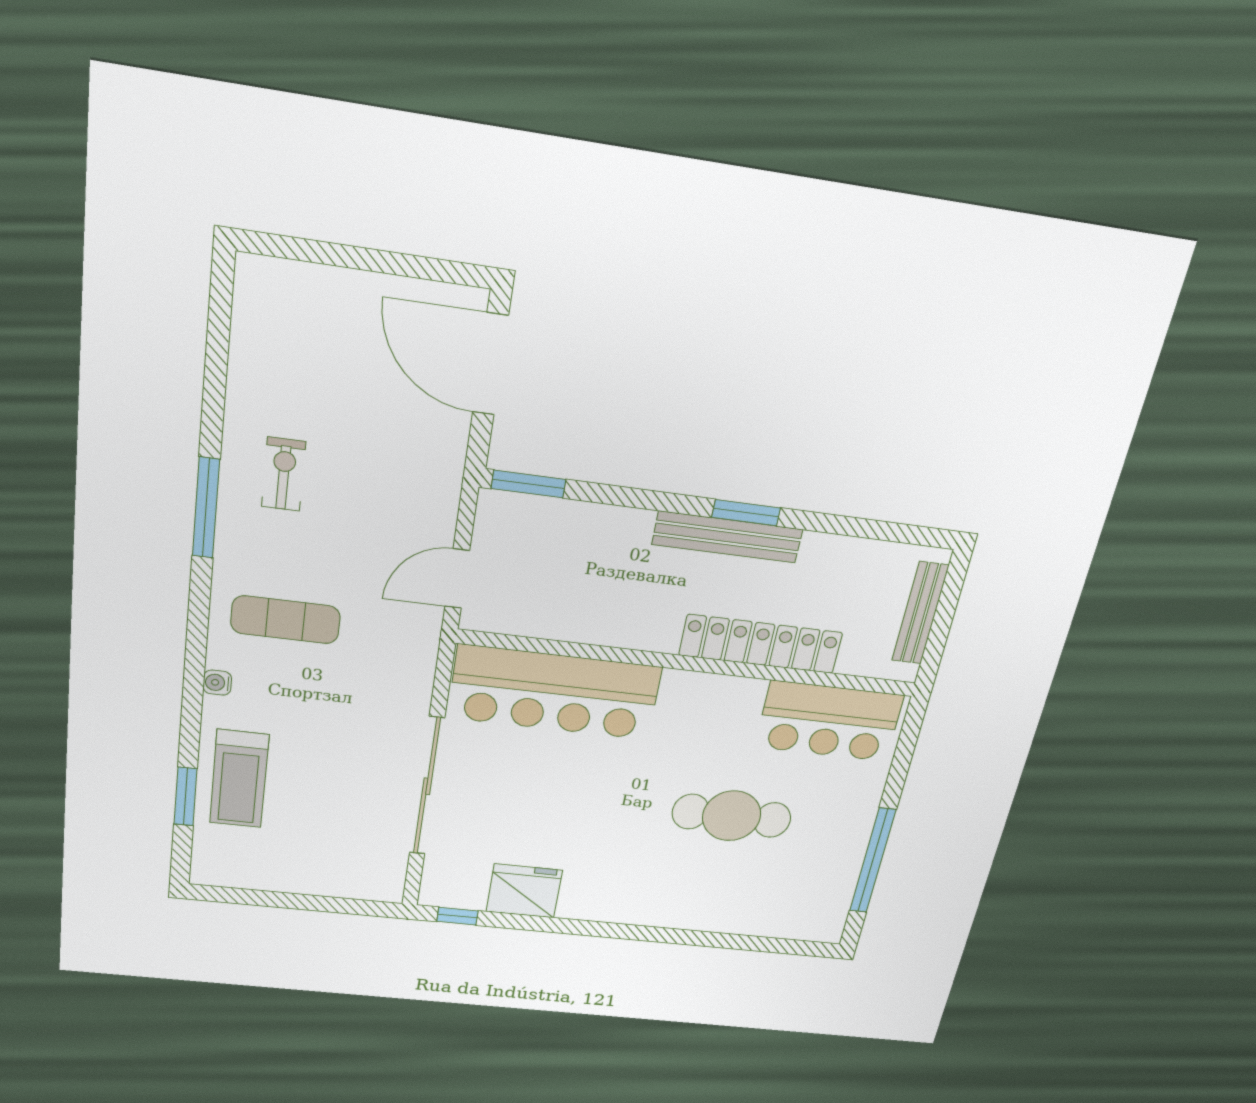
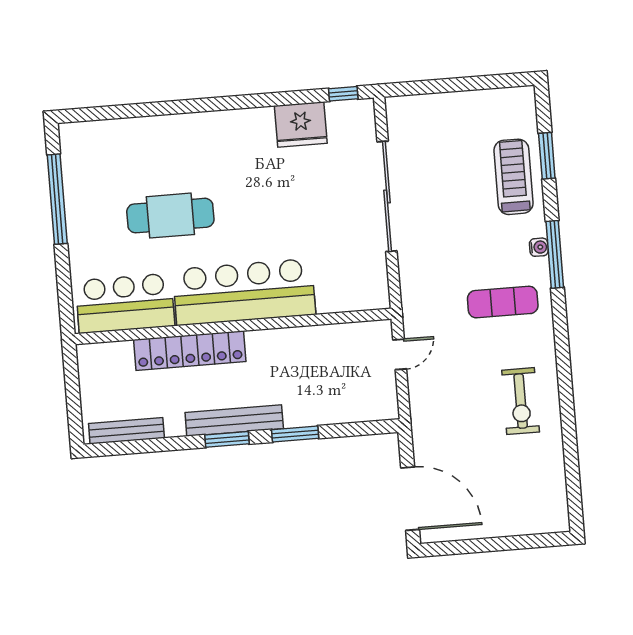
exercise bike: (284, 474) -> (521, 401), width x1.38, depth x1.39
window: (529, 484) -> (295, 434), moved
window: (206, 508) -> (555, 254), moved
door: (457, 579) -> (400, 354), width x0.73
bench: (920, 613) -> (126, 431), moved, turned 90
bar counter: (555, 692) -> (244, 292), moved

